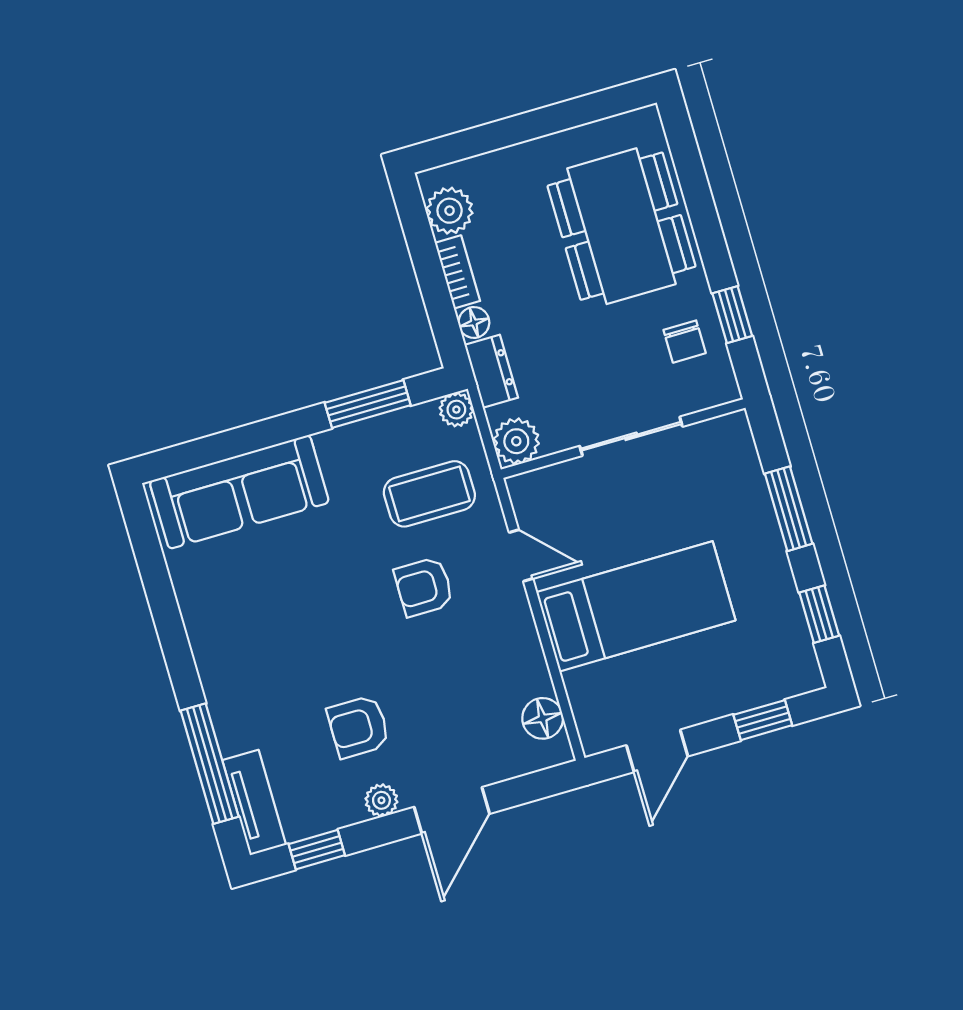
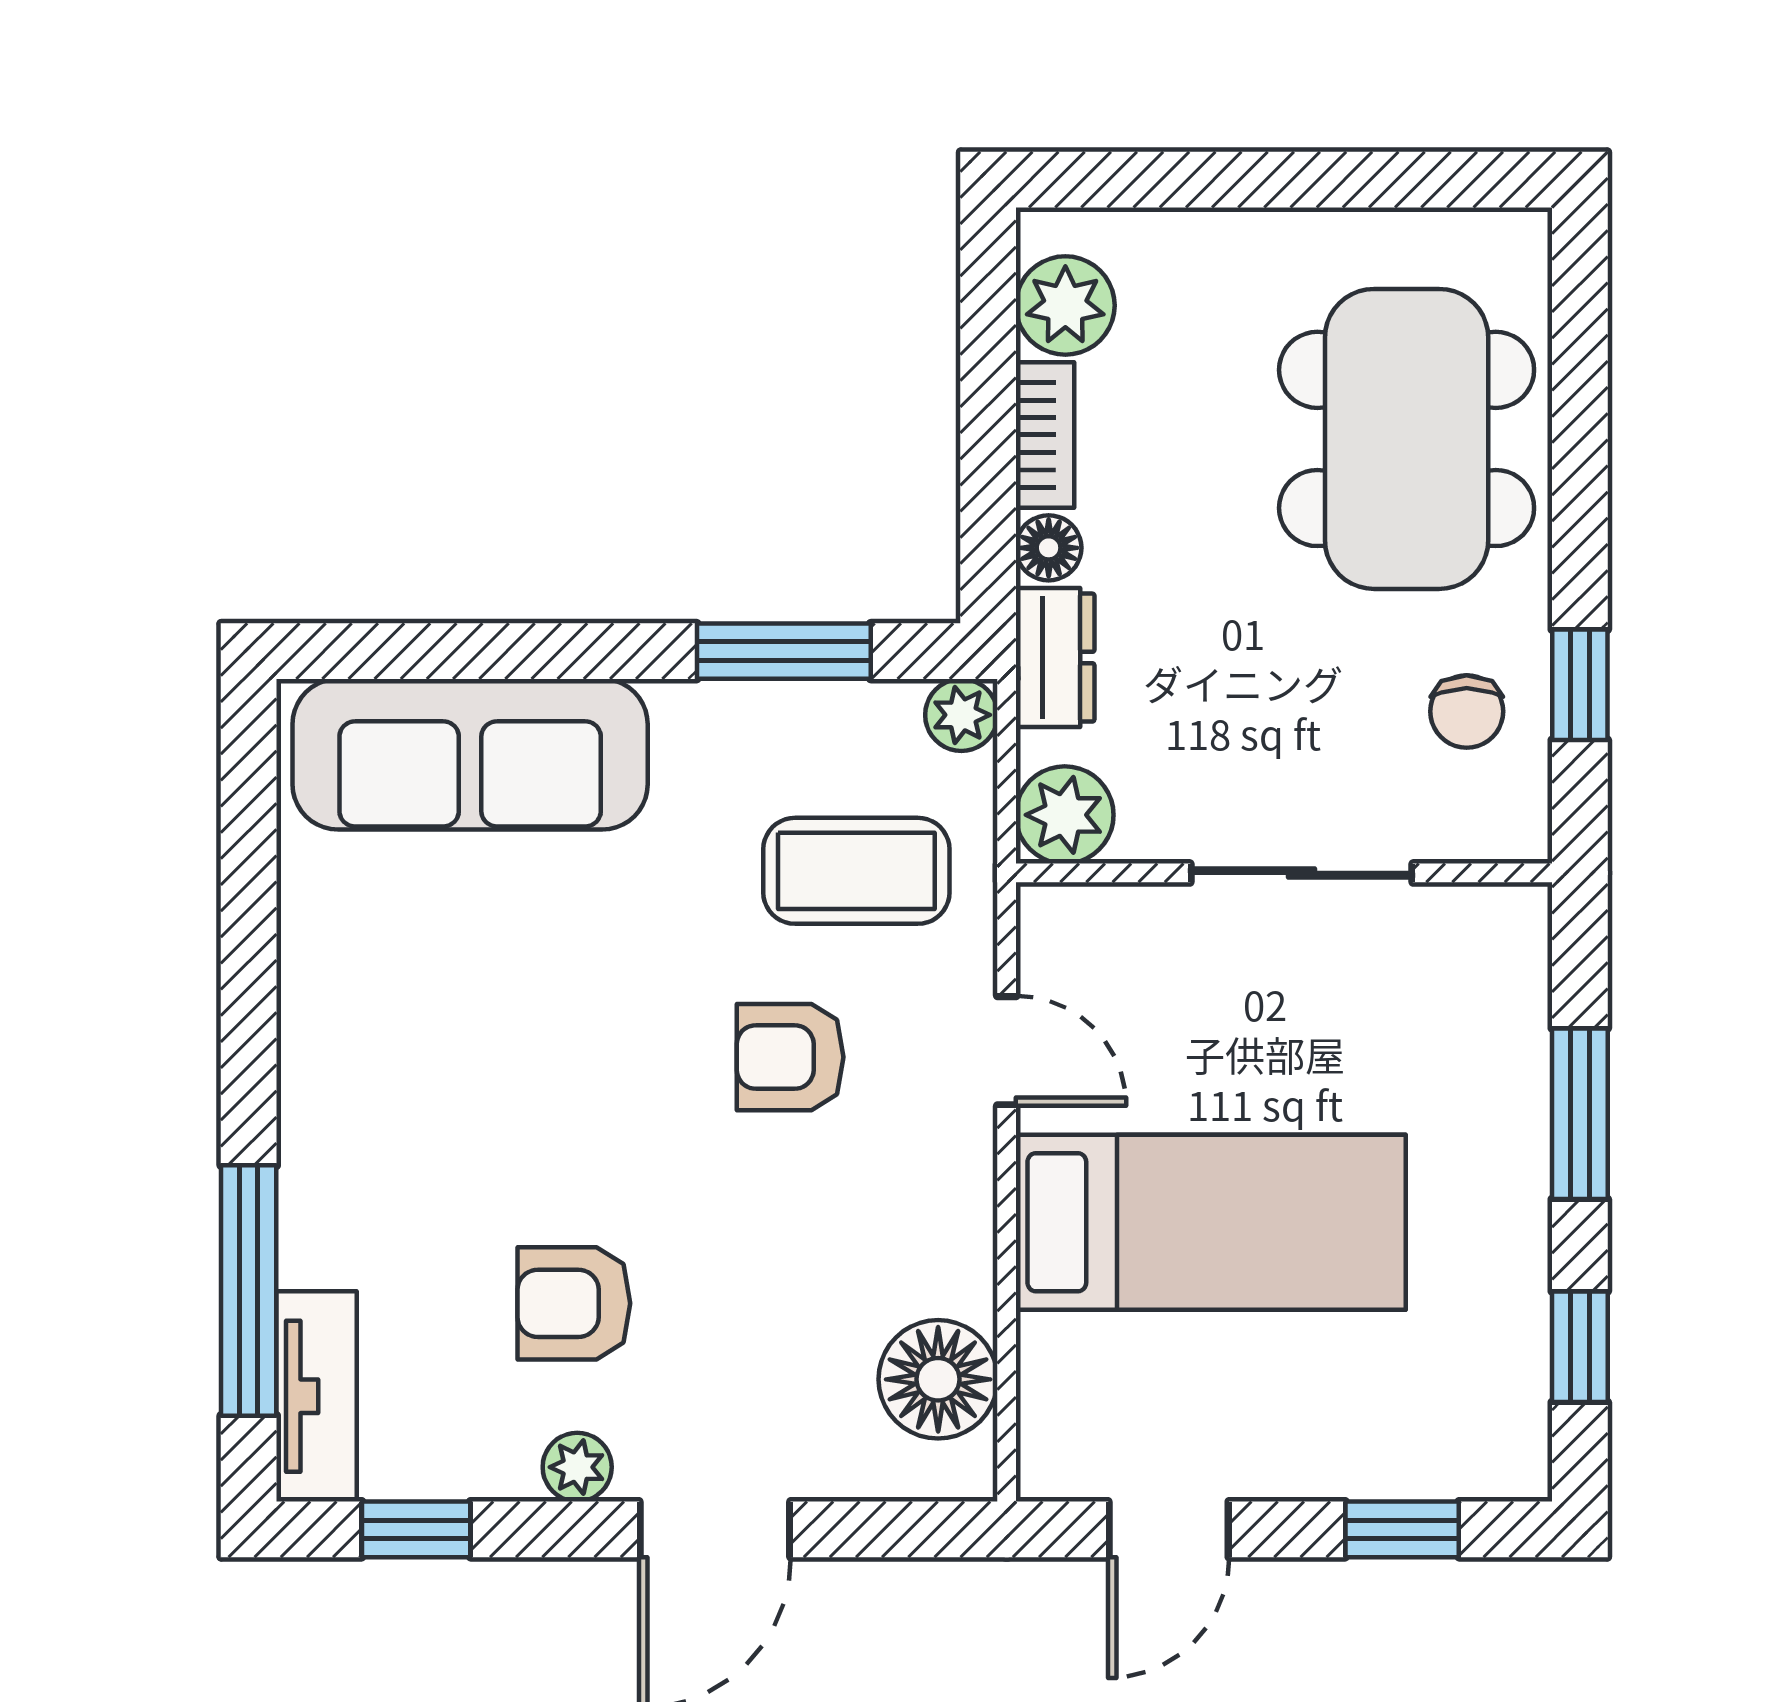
floor lamp: (543, 718) -> (938, 1379), width x1.38, depth x1.38

